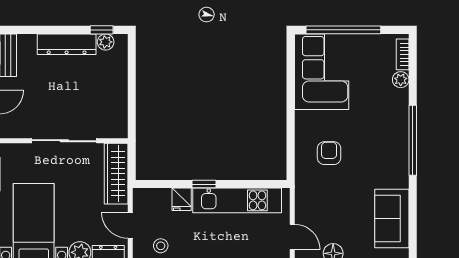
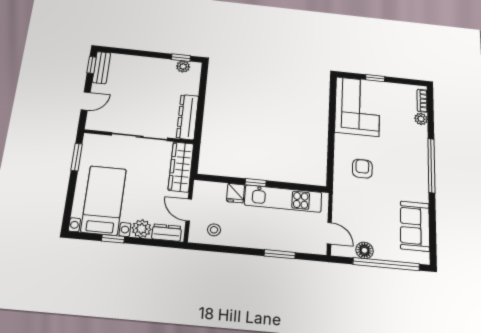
window: (343, 30) -> (375, 78), width x0.32
dresser: (67, 44) -> (188, 117), moved, turned 90

